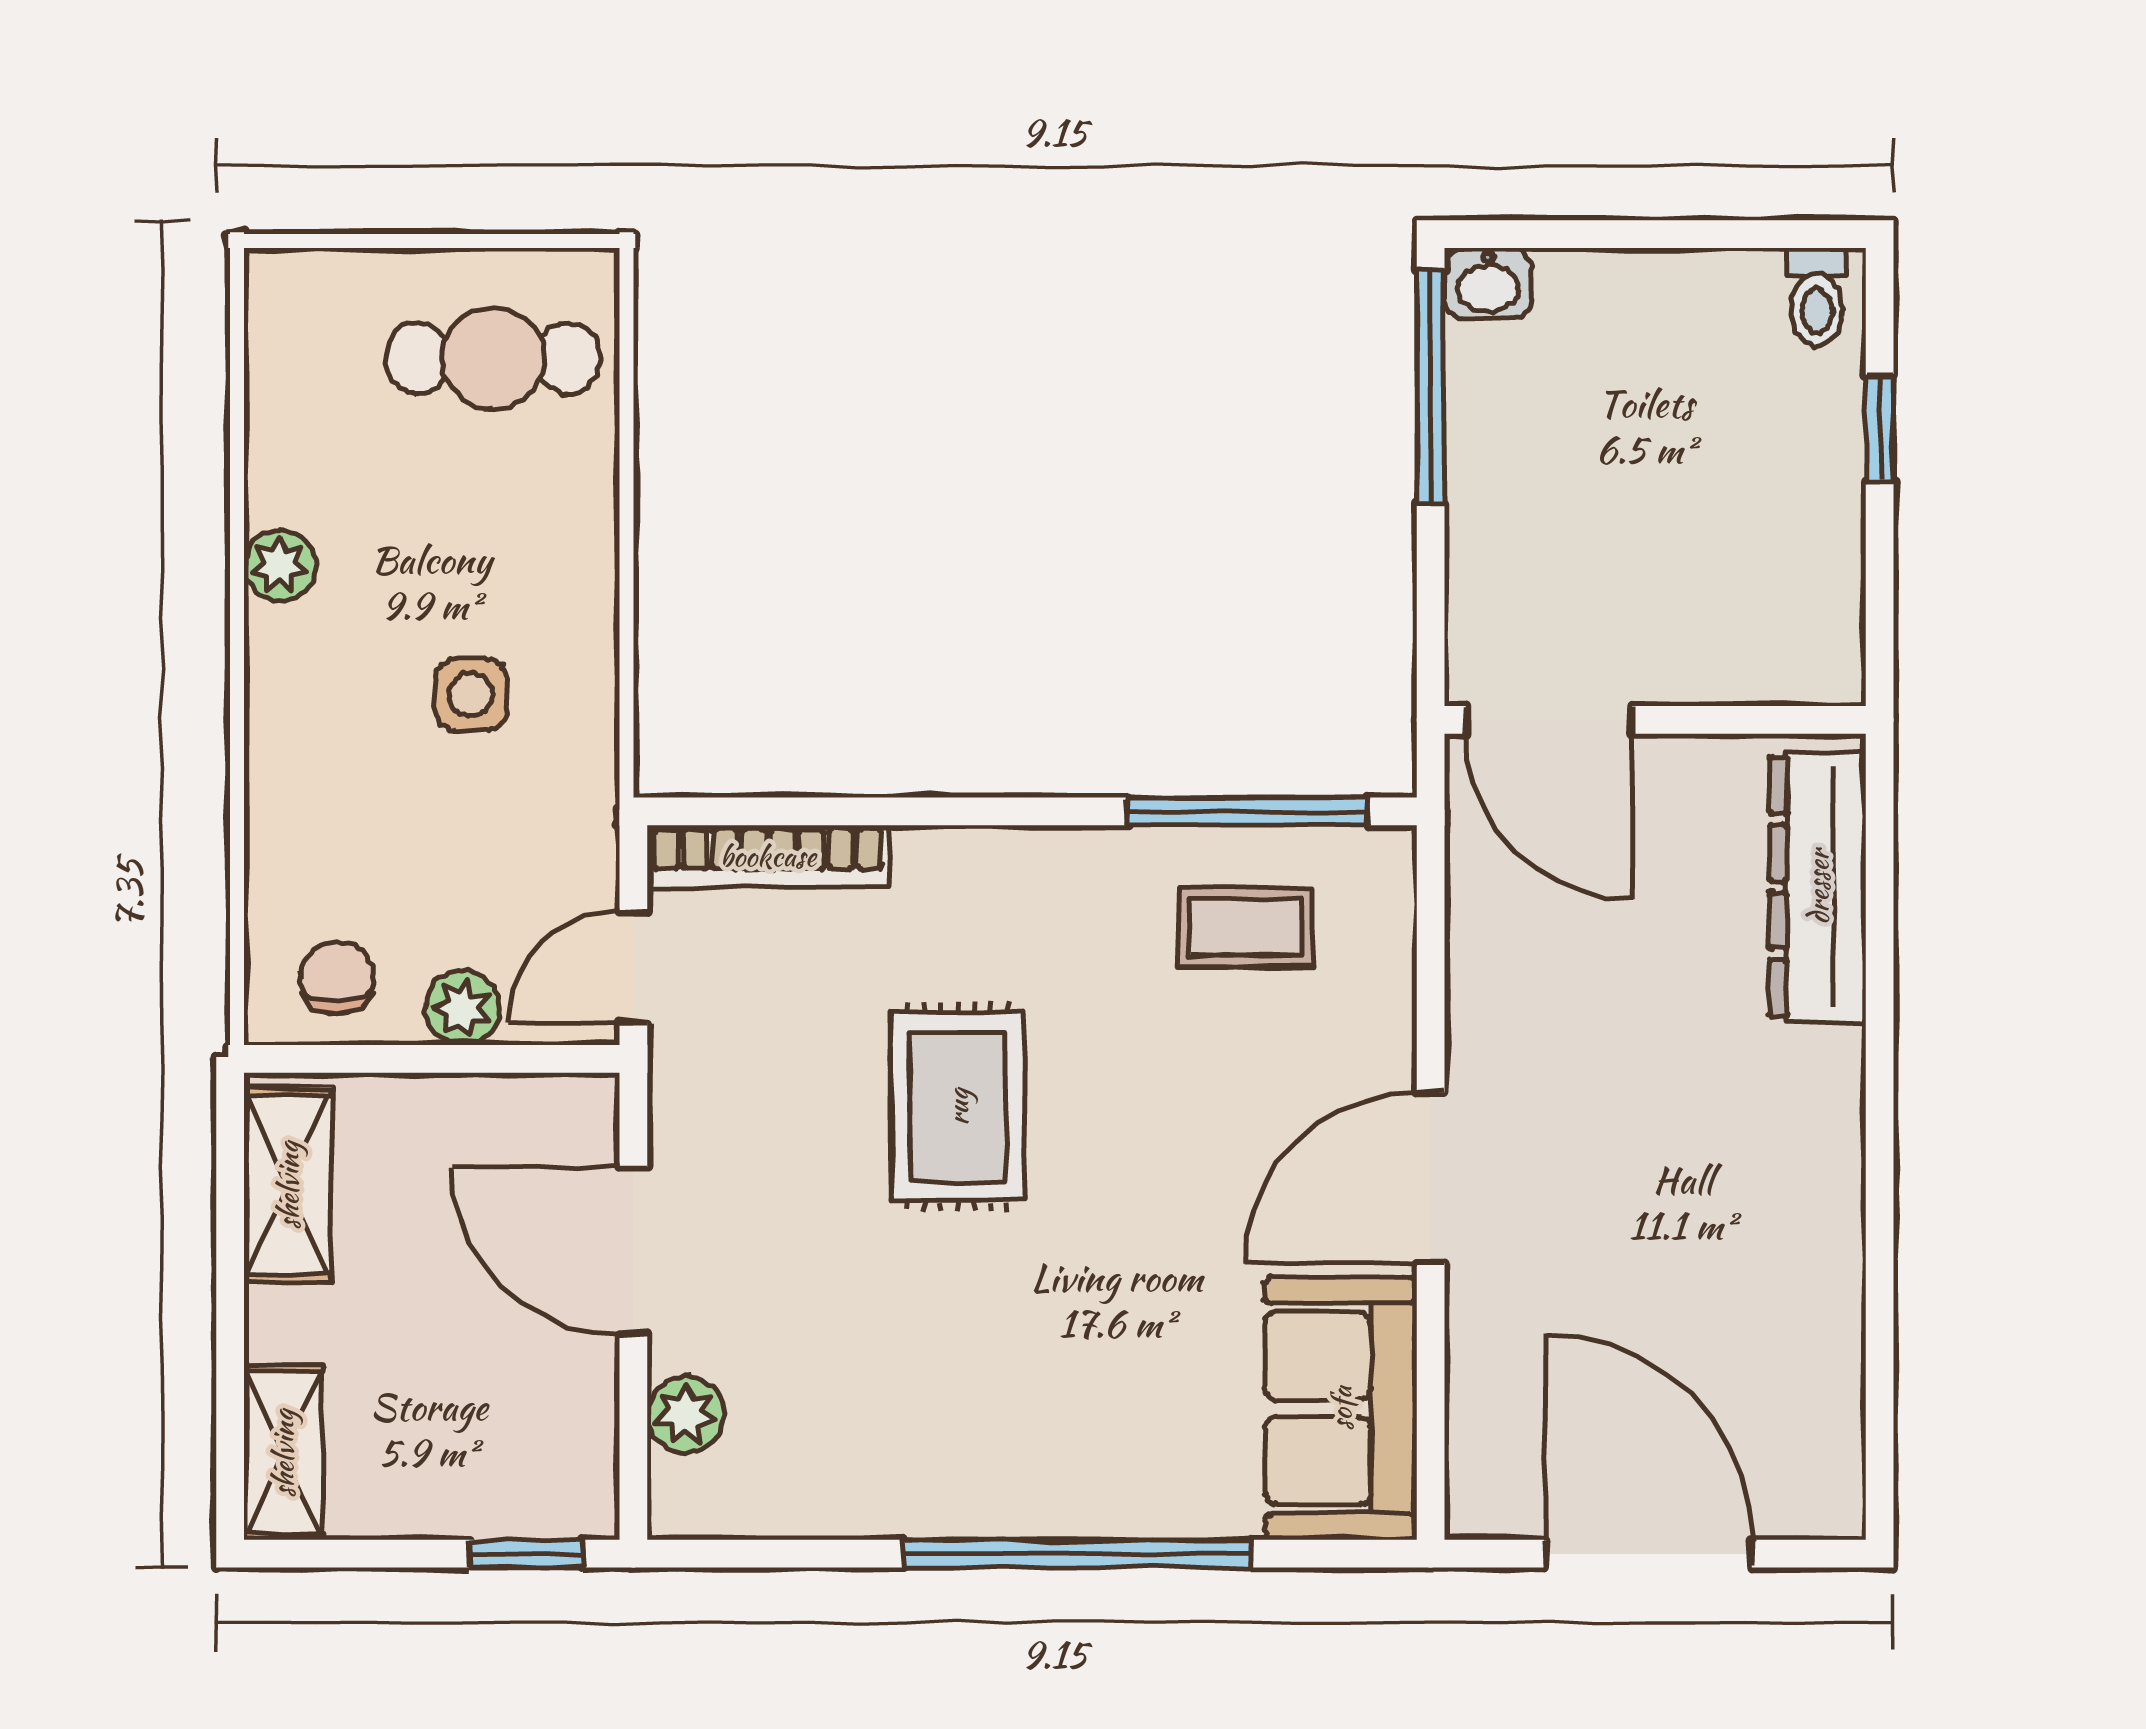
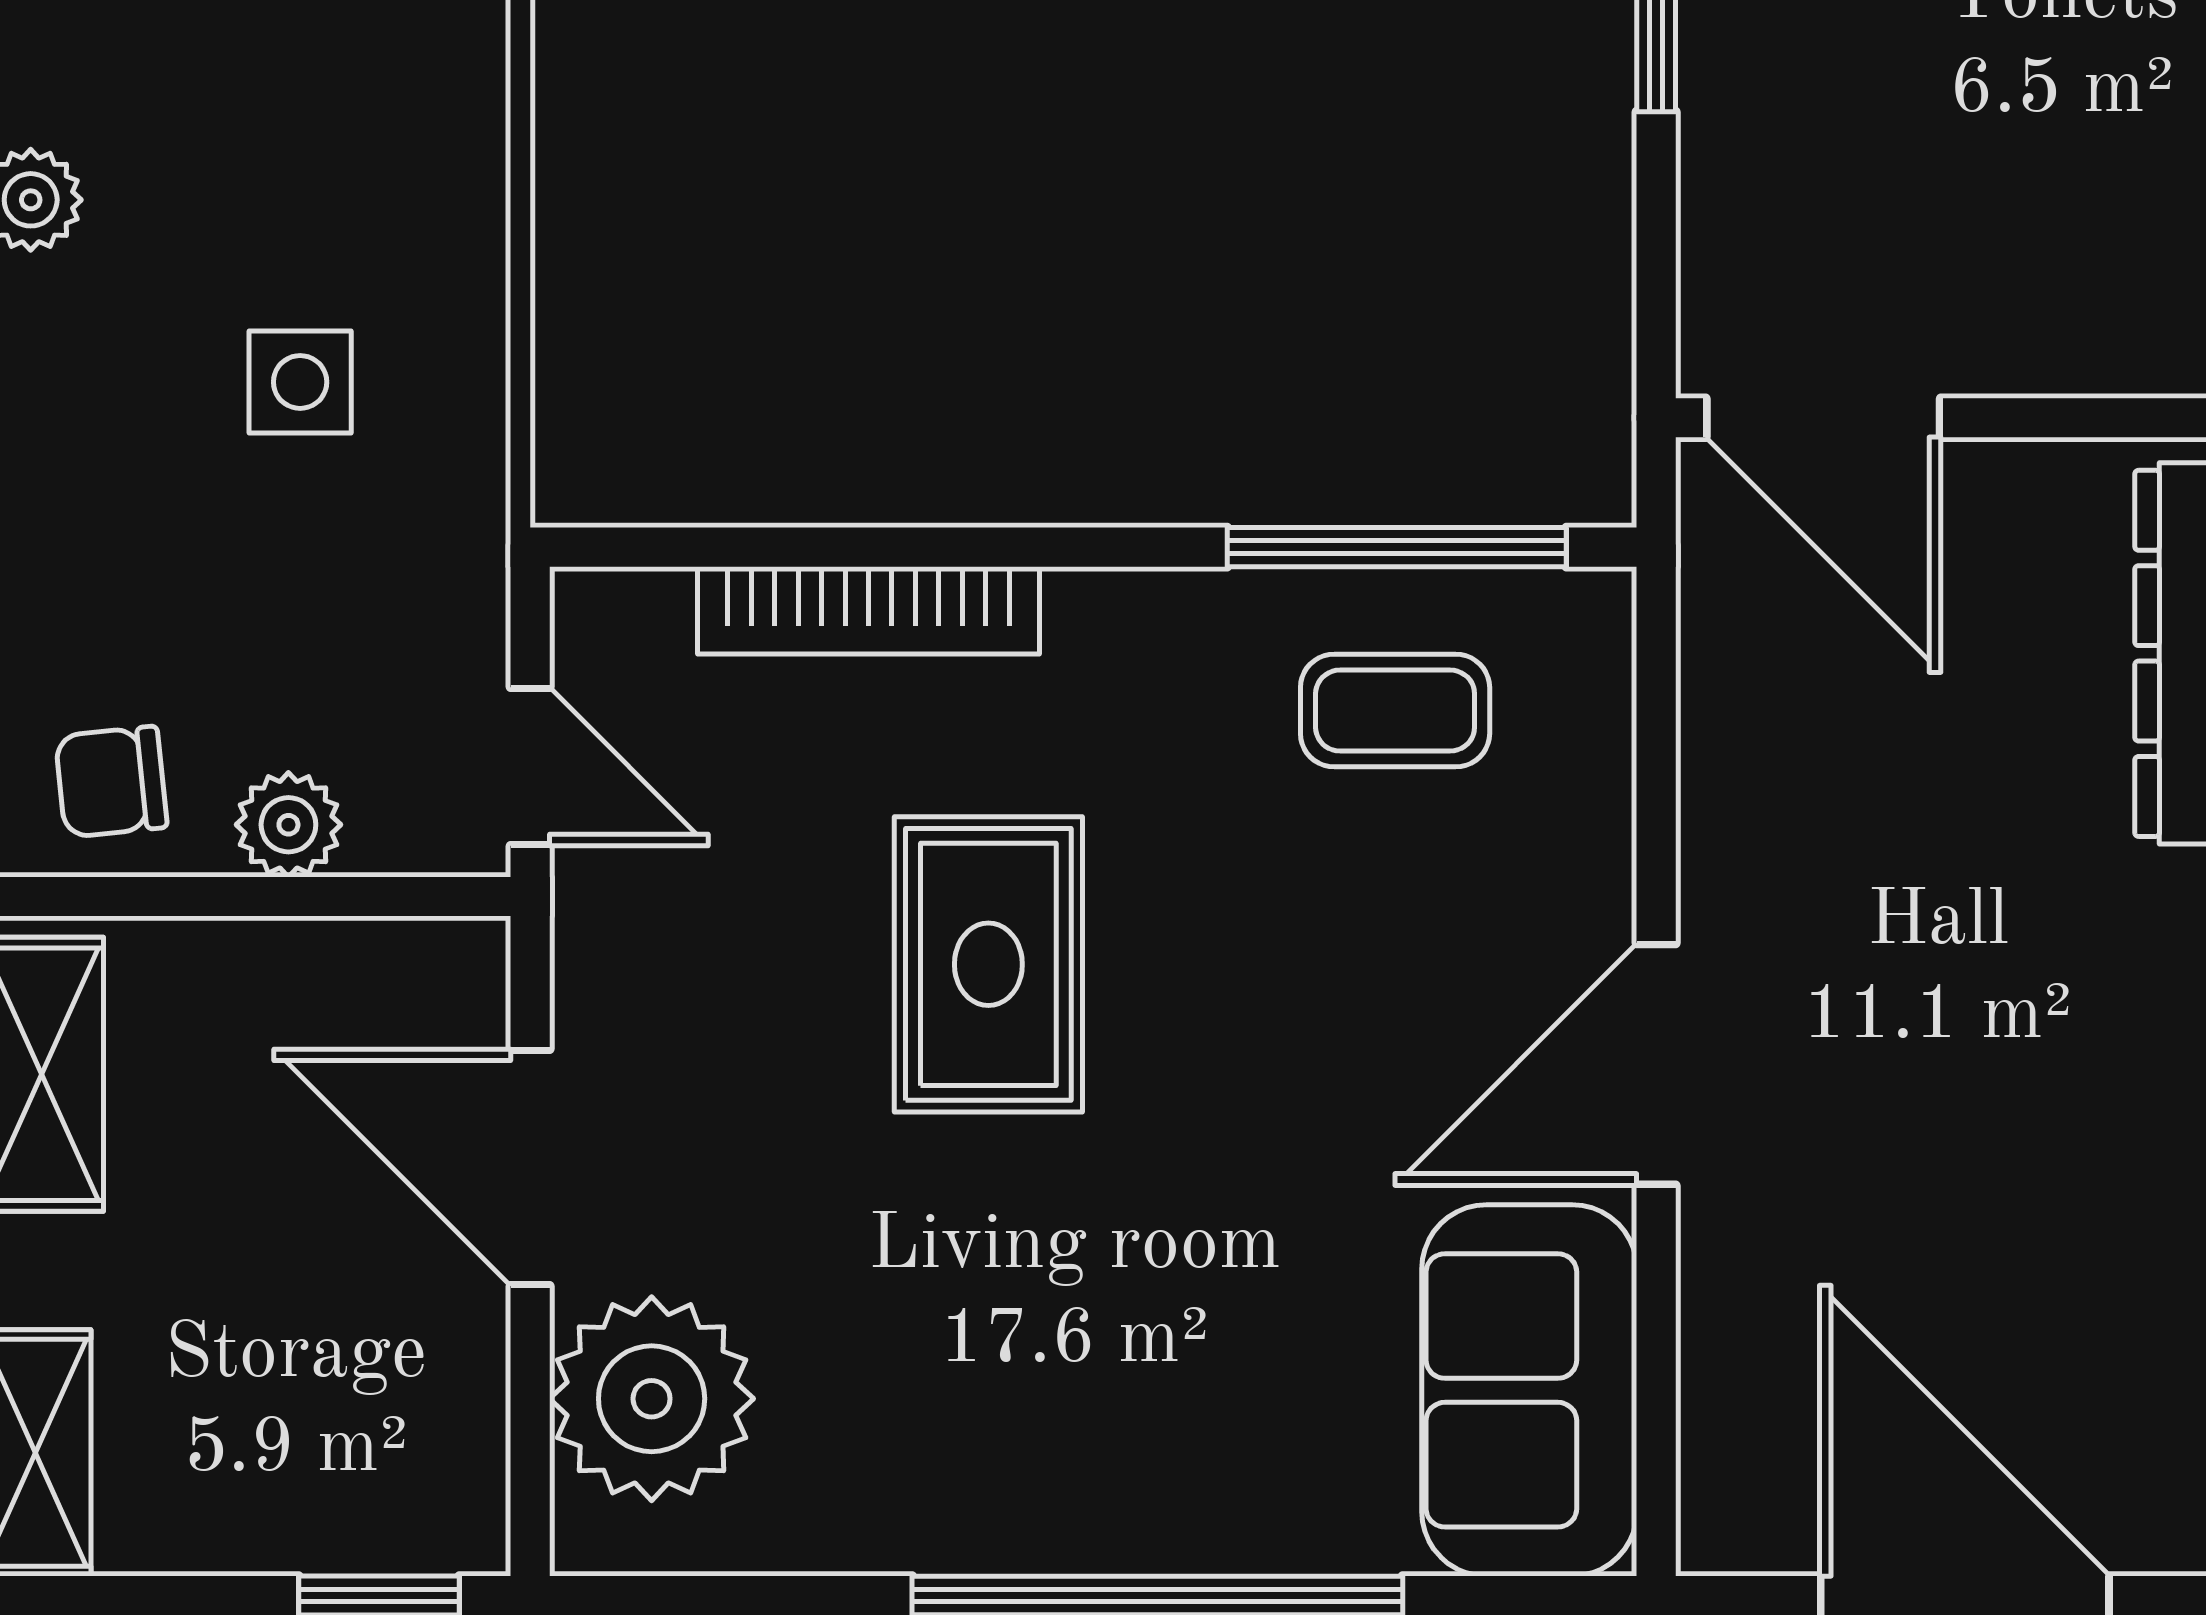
bookcase: (768, 856) -> (869, 610), moved
door: (633, 967) -> (530, 766), swing flipped
chair: (337, 978) -> (111, 782), turned -96
plant: (686, 1414) -> (652, 1399), width x1.88, depth x1.88

